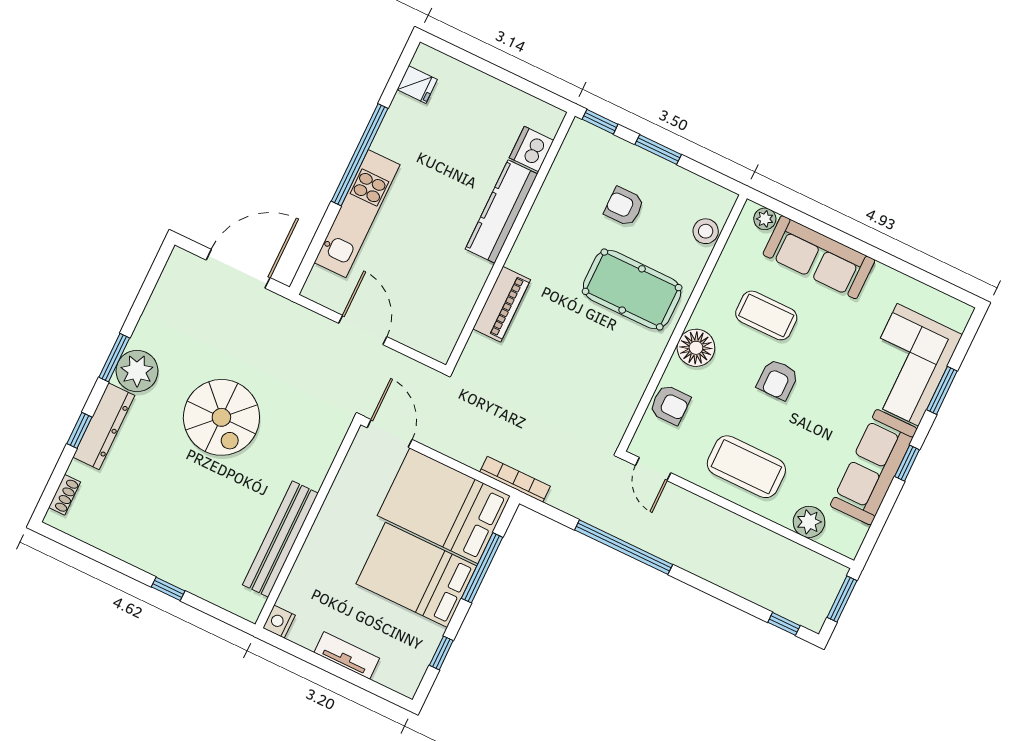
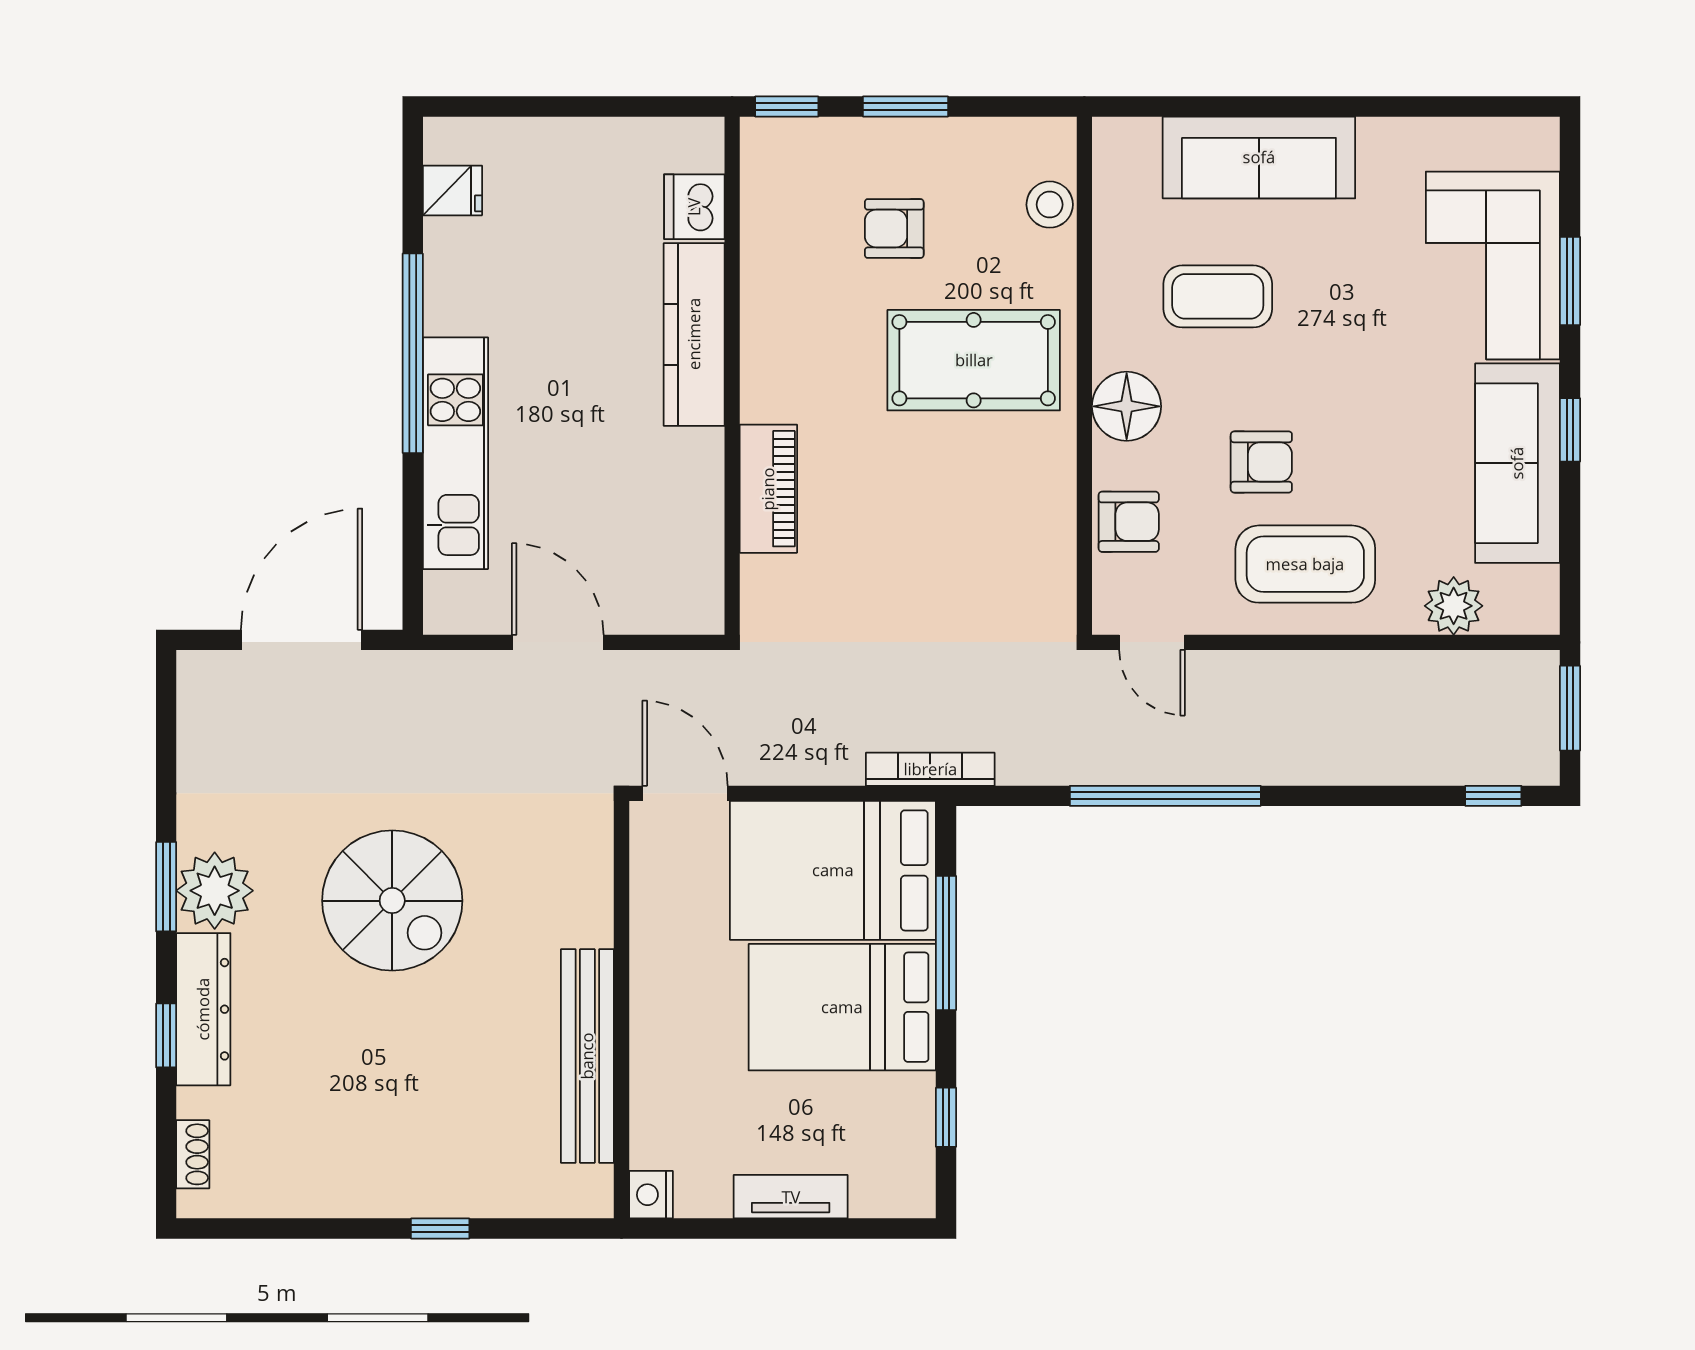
plant: (765, 219) -> (1138, 137), removed
armchair: (778, 380) -> (1261, 462), moved, turned -90

